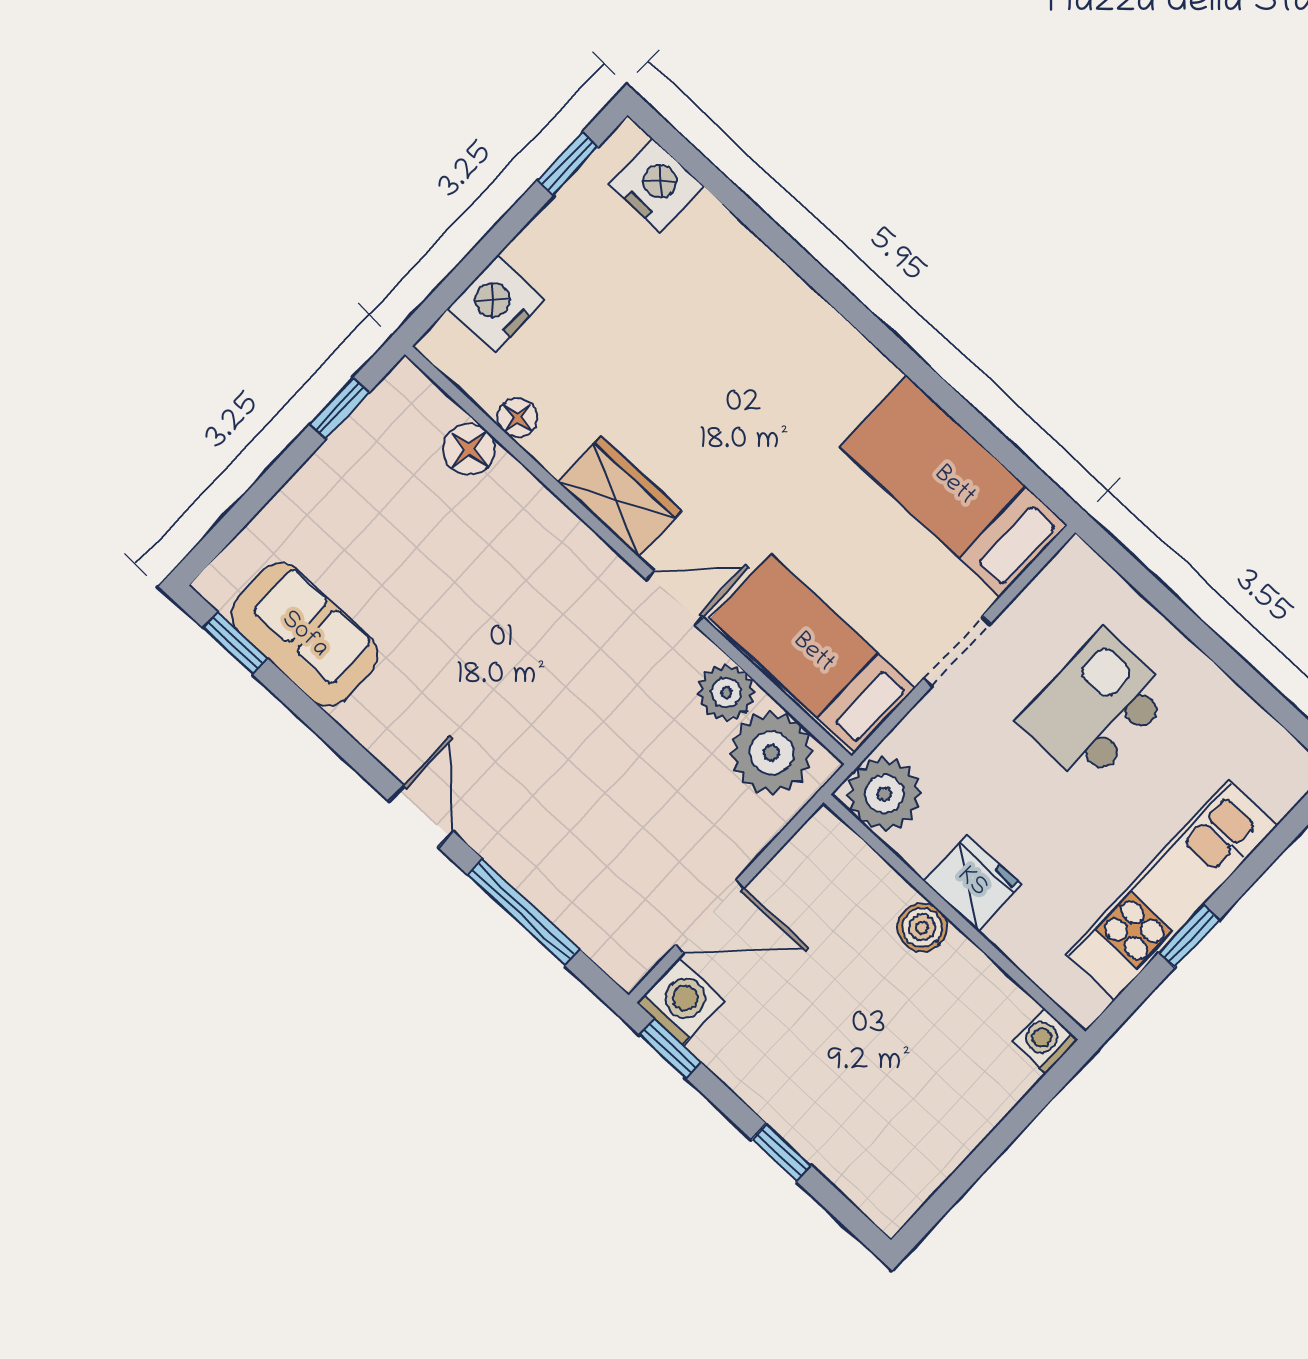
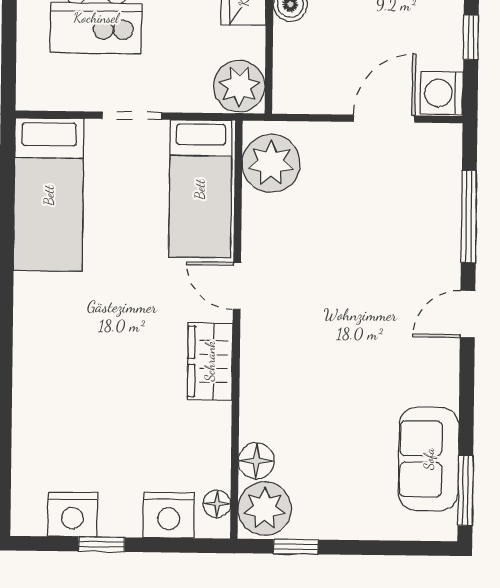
window: (568, 164) -> (102, 544), moved
nightstand: (656, 185) -> (72, 514), moved, turned -90
floor lamp: (517, 418) -> (217, 504), moved
window: (235, 643) -> (465, 490), width x1.50
plant: (726, 692) -> (265, 509), moved, width x1.36, depth x1.36
door: (710, 917) -> (384, 119), hinge flipped
window: (670, 1049) -> (471, 37), moved

